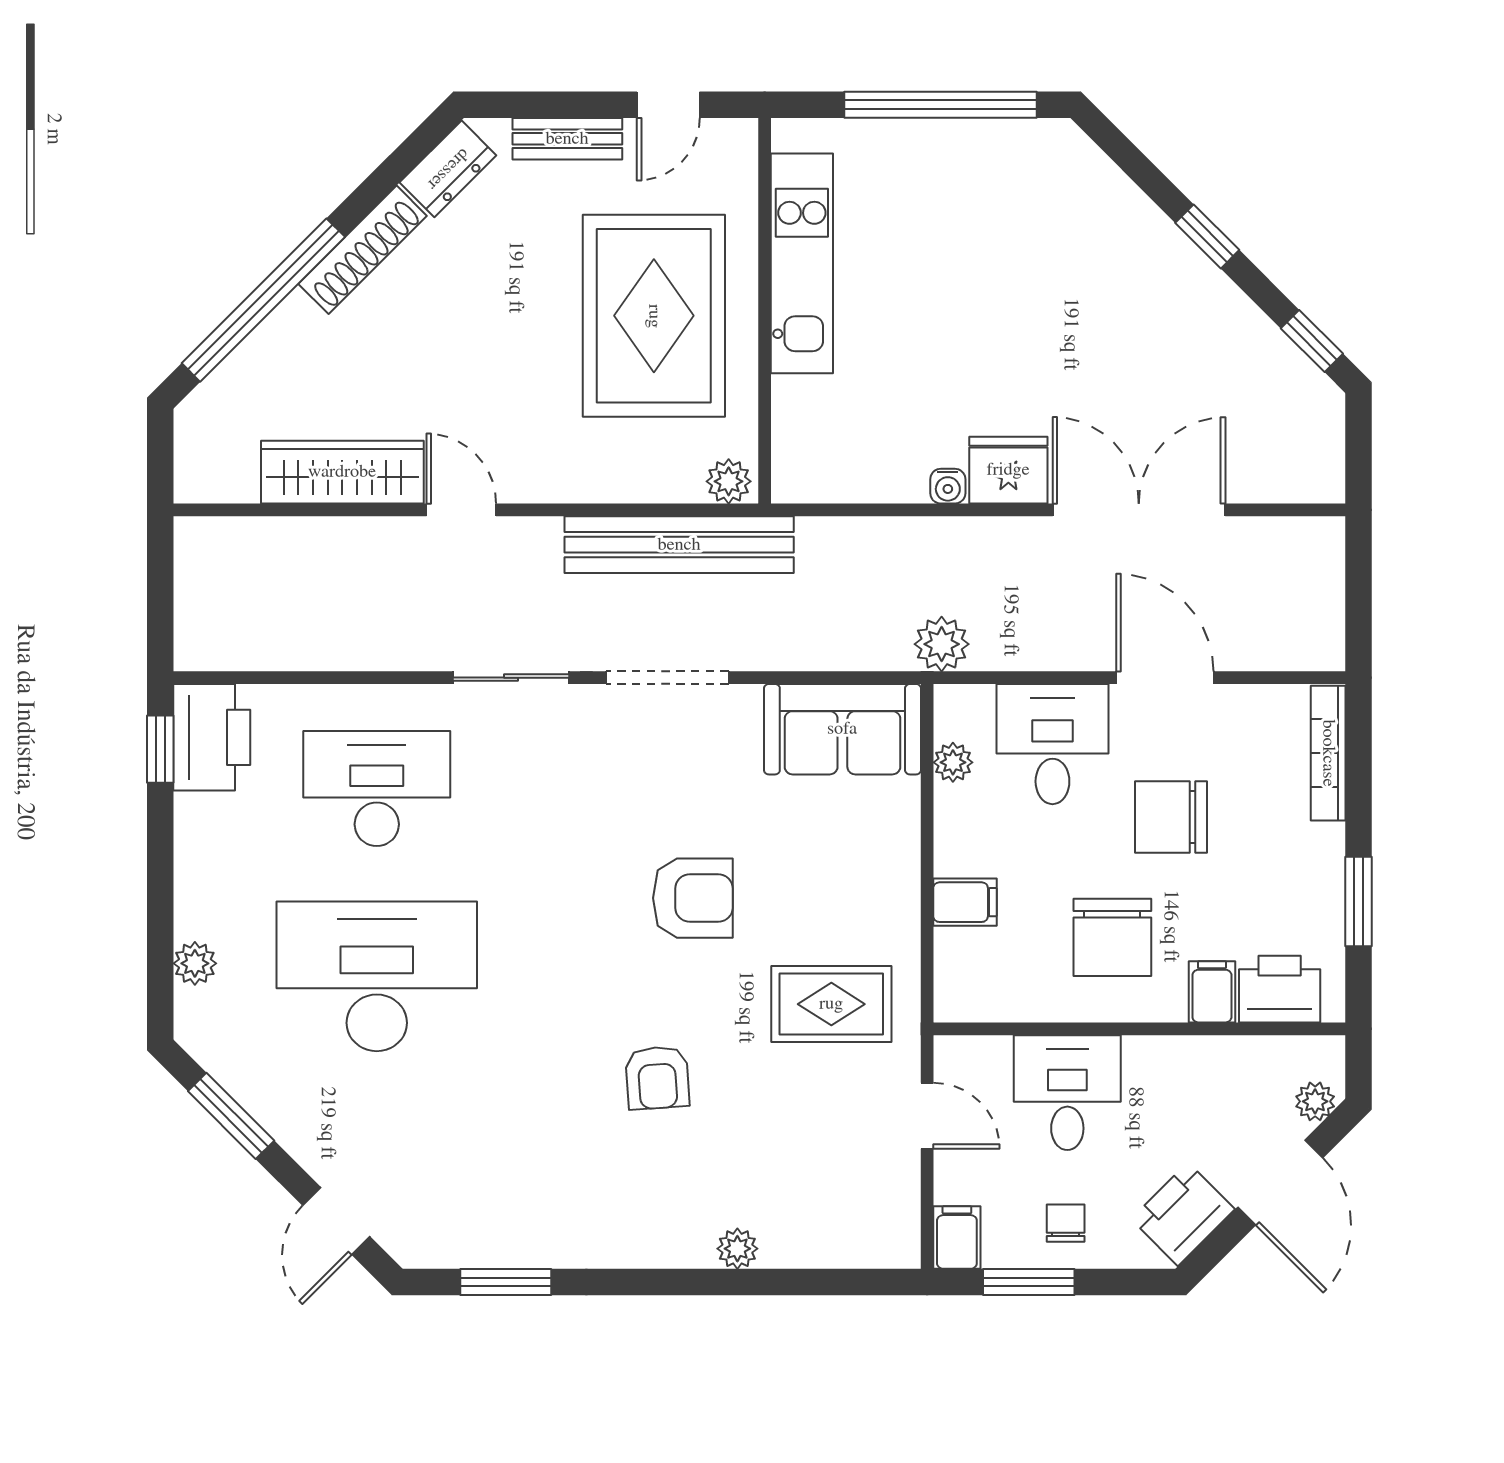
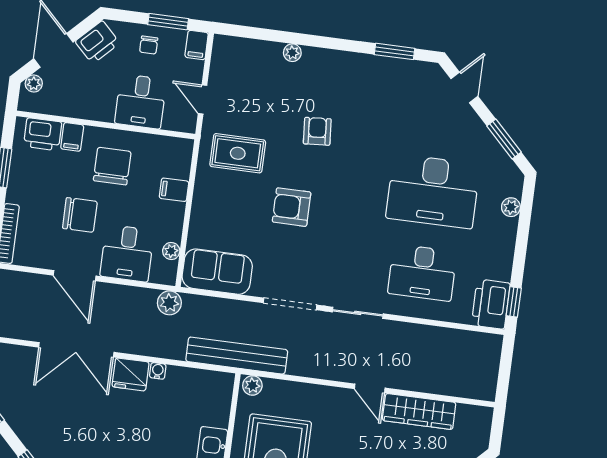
bench: (679, 545) -> (237, 356), moved

